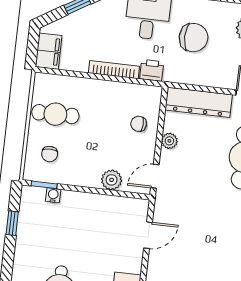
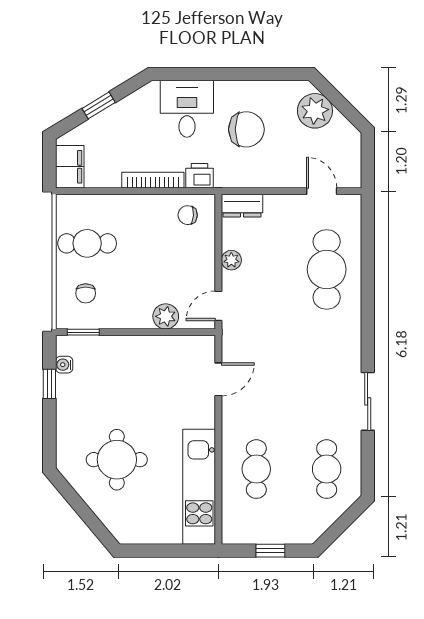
dresser: (199, 102) -> (242, 206), width x0.51, depth x0.80
chair: (139, 124) -> (188, 215), moved
water cooler: (53, 195) -> (64, 365), moved, turned -90

